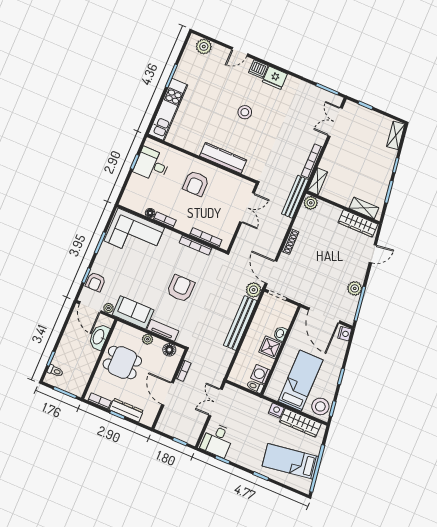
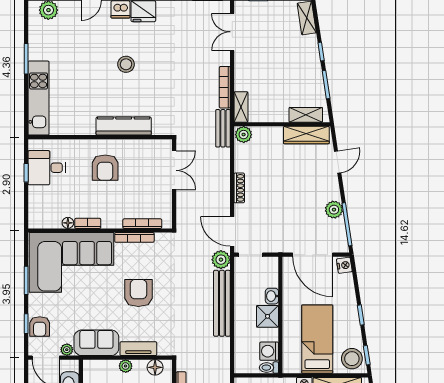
bench: (295, 197) -> (223, 128), width x0.73
corner sofa: (134, 234) -> (71, 262), width x1.36, depth x1.36

